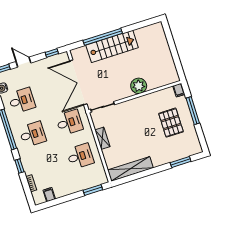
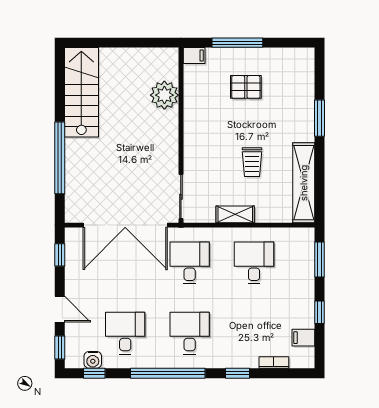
stairs: (112, 46) -> (81, 92), moved
door: (23, 62) -> (60, 309), swing flipped
plant: (139, 86) -> (164, 95), moved
pallet: (171, 123) -> (246, 87), width x0.67, depth x0.71
trolley: (133, 138) -> (252, 162), added
window: (181, 162) -> (319, 118), moved
window: (65, 199) -> (319, 312), added

